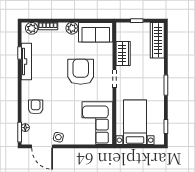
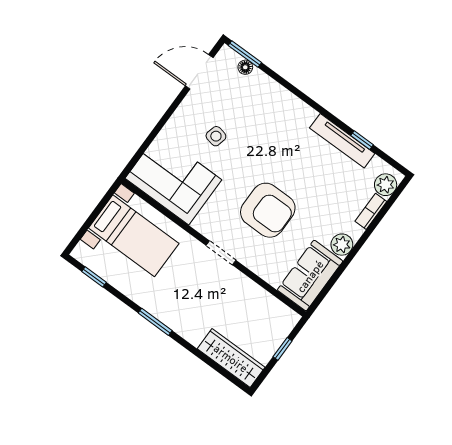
wardrobe: (123, 54) -> (248, 293), removed
armchair: (36, 107) -> (265, 105), removed
side table: (58, 137) -> (216, 136), moved

